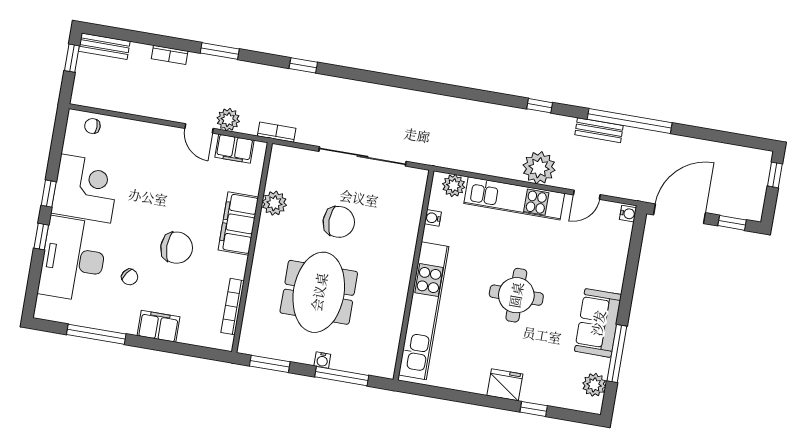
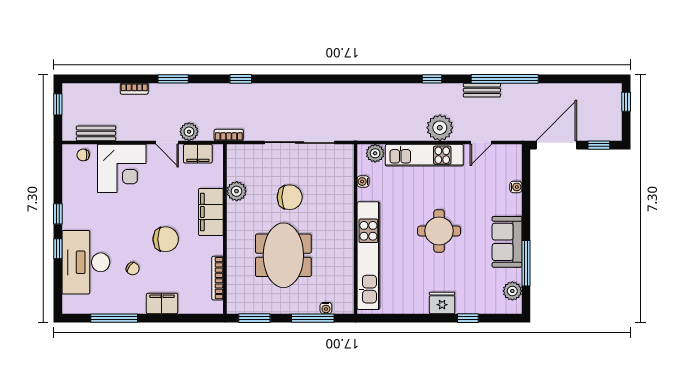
bench: (104, 46) -> (96, 133), moved
corner desk: (86, 188) -> (122, 168), moved, turned 90
water cooler: (628, 214) -> (516, 187), moved
water cooler: (322, 360) -> (326, 308), moved

